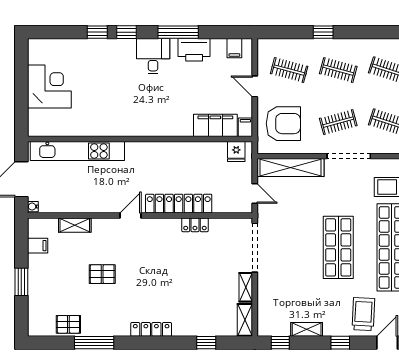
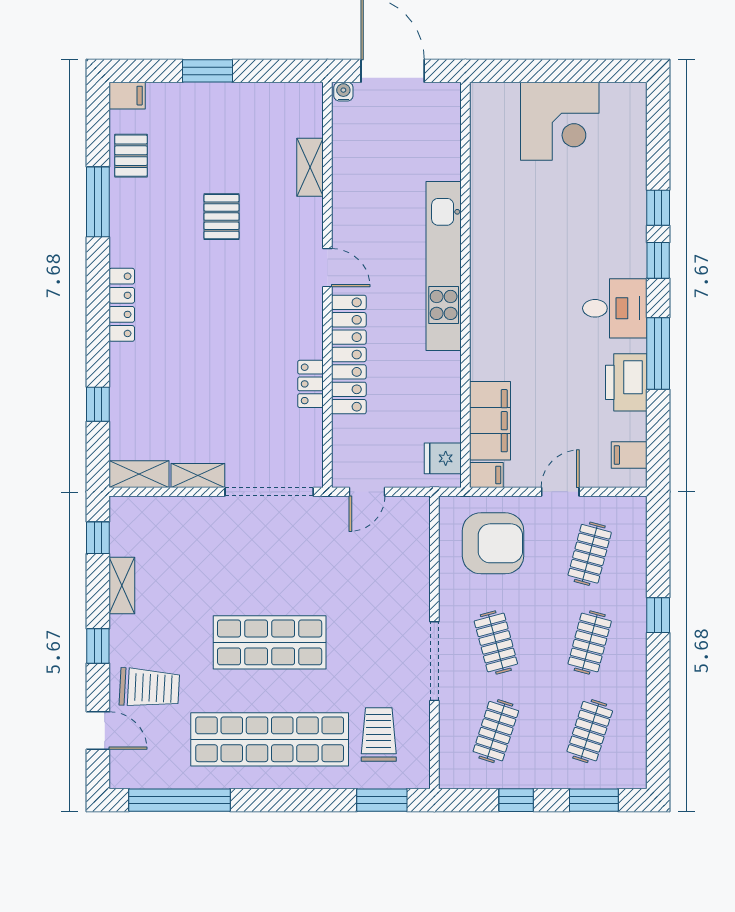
armchair: (283, 124) -> (493, 543), turned -90
kitchen unit: (77, 151) -> (444, 266), moved
shelving: (290, 168) -> (414, 556), removed
filing cabinet: (38, 246) -> (127, 96), moved, turned -90

